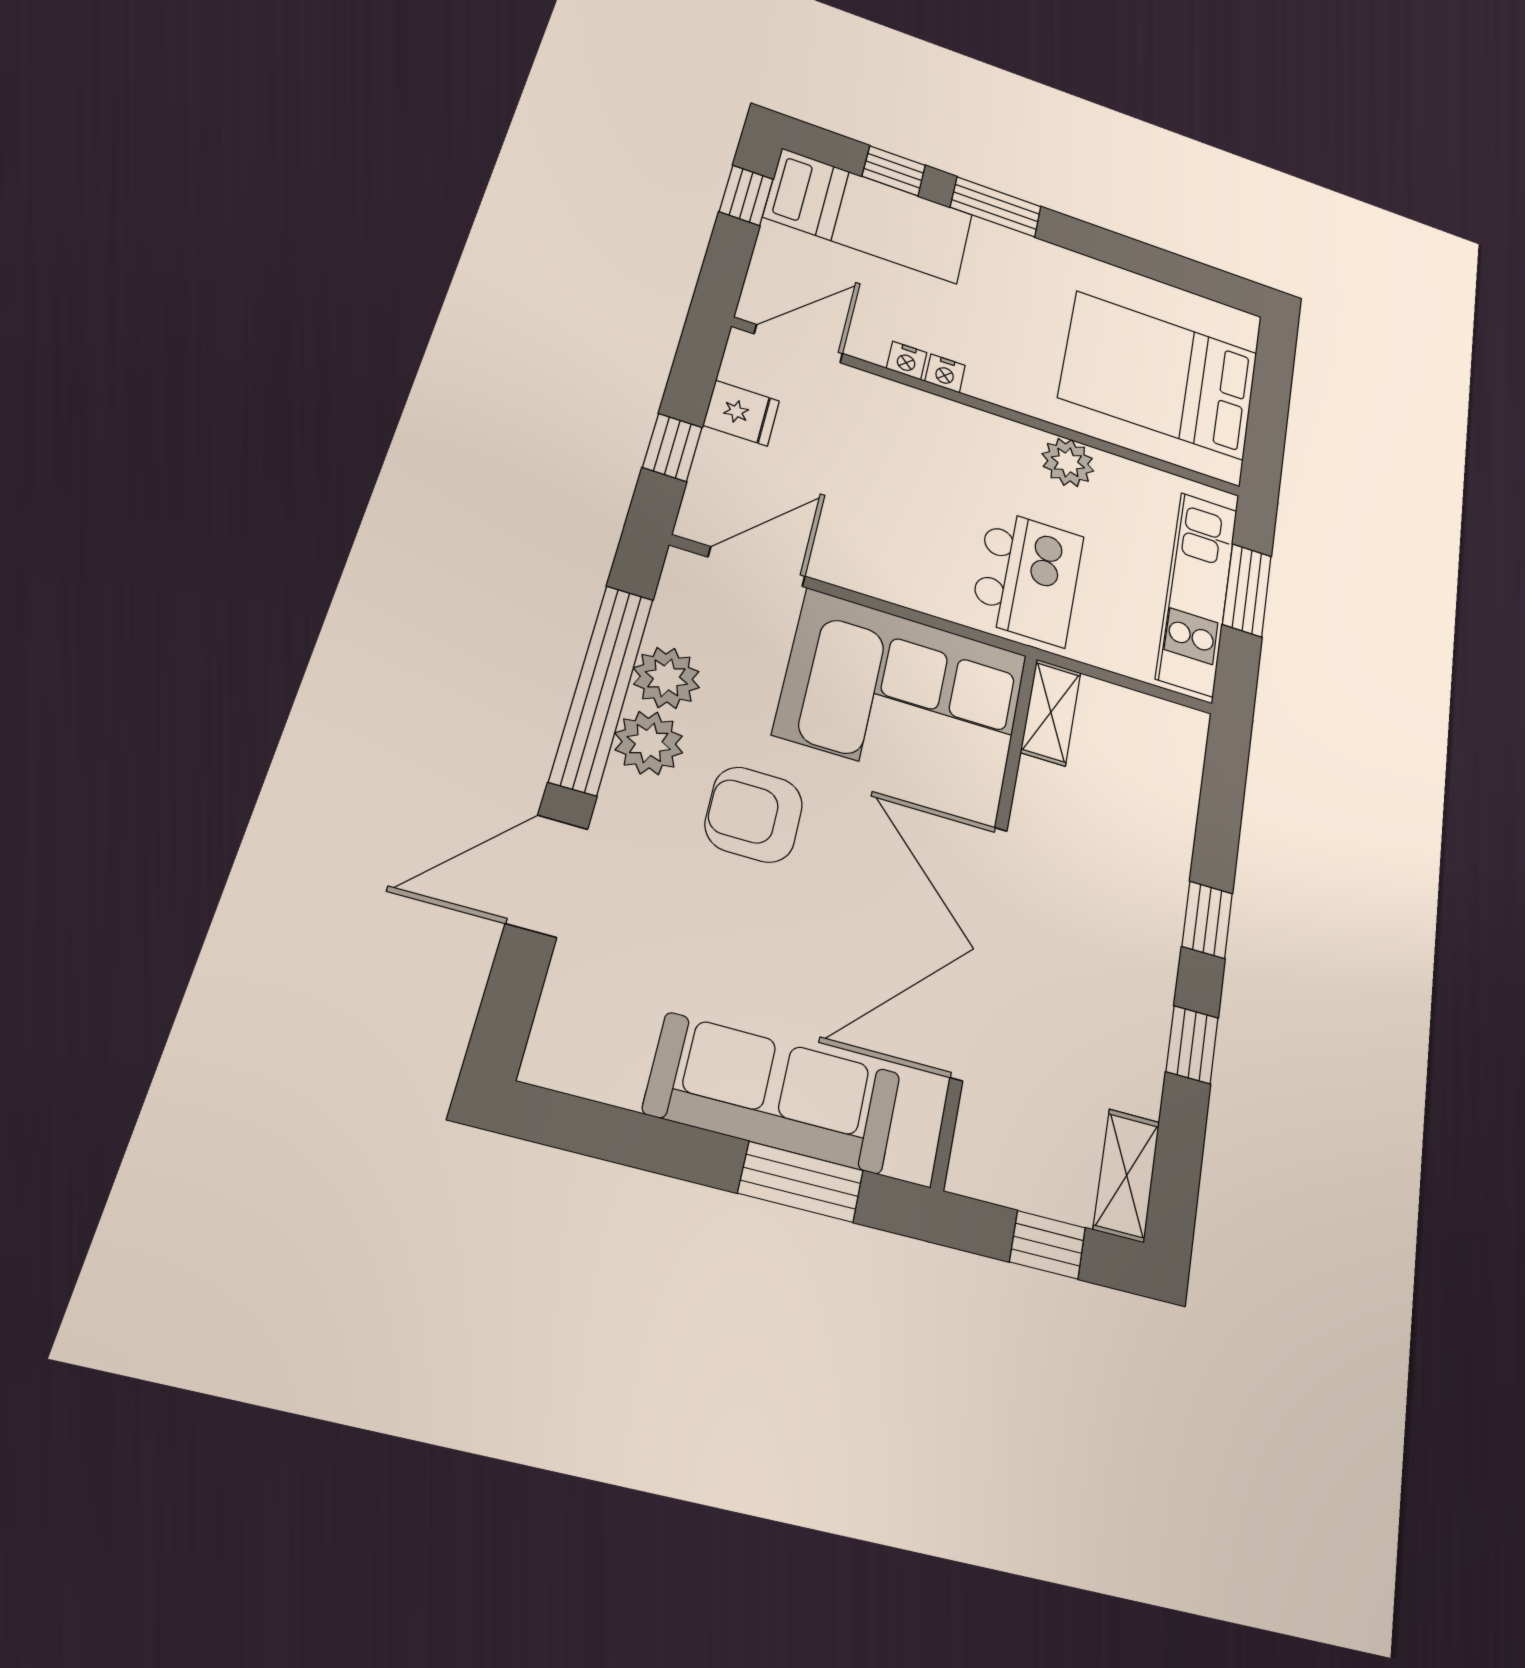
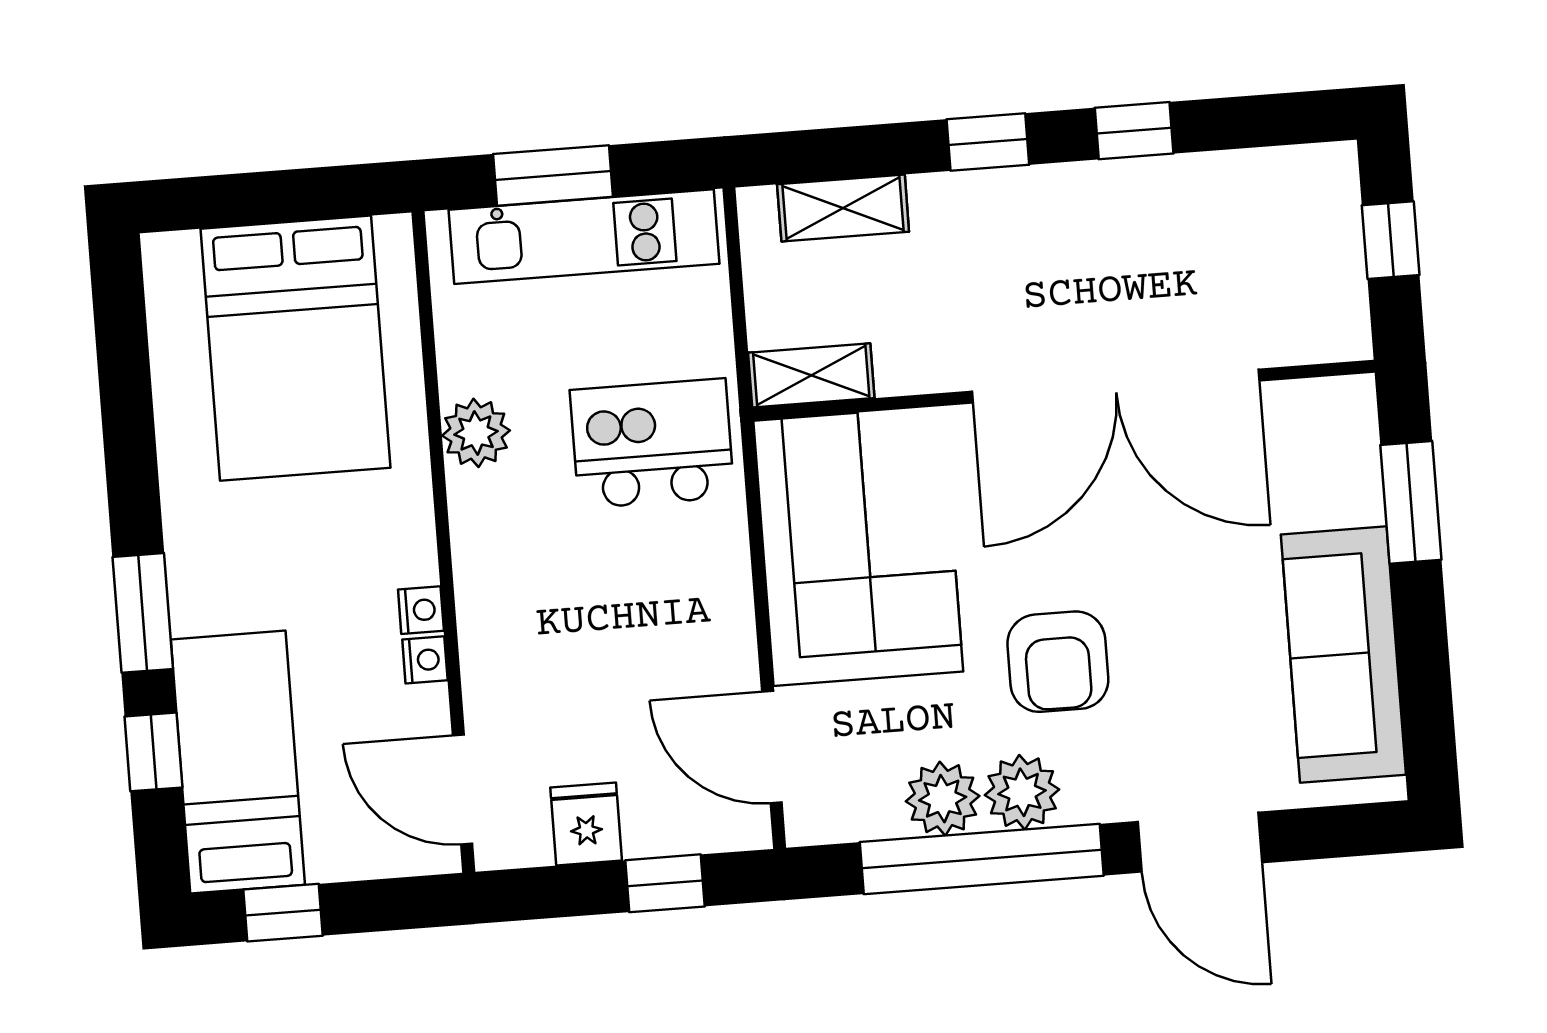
sofa: (773, 1093) -> (1343, 655), moved
shelving: (1127, 1175) -> (843, 208), moved

